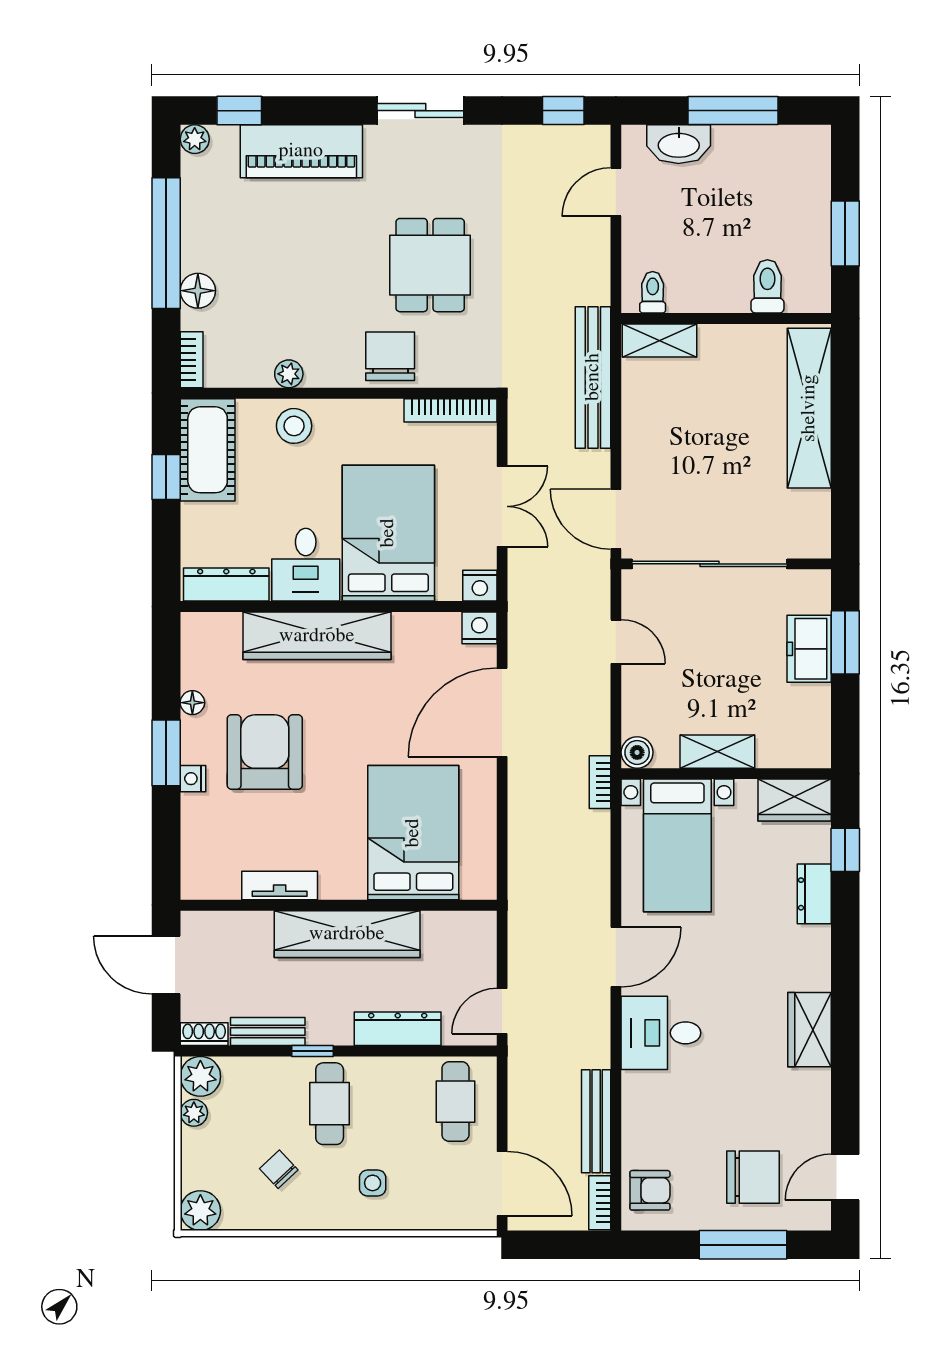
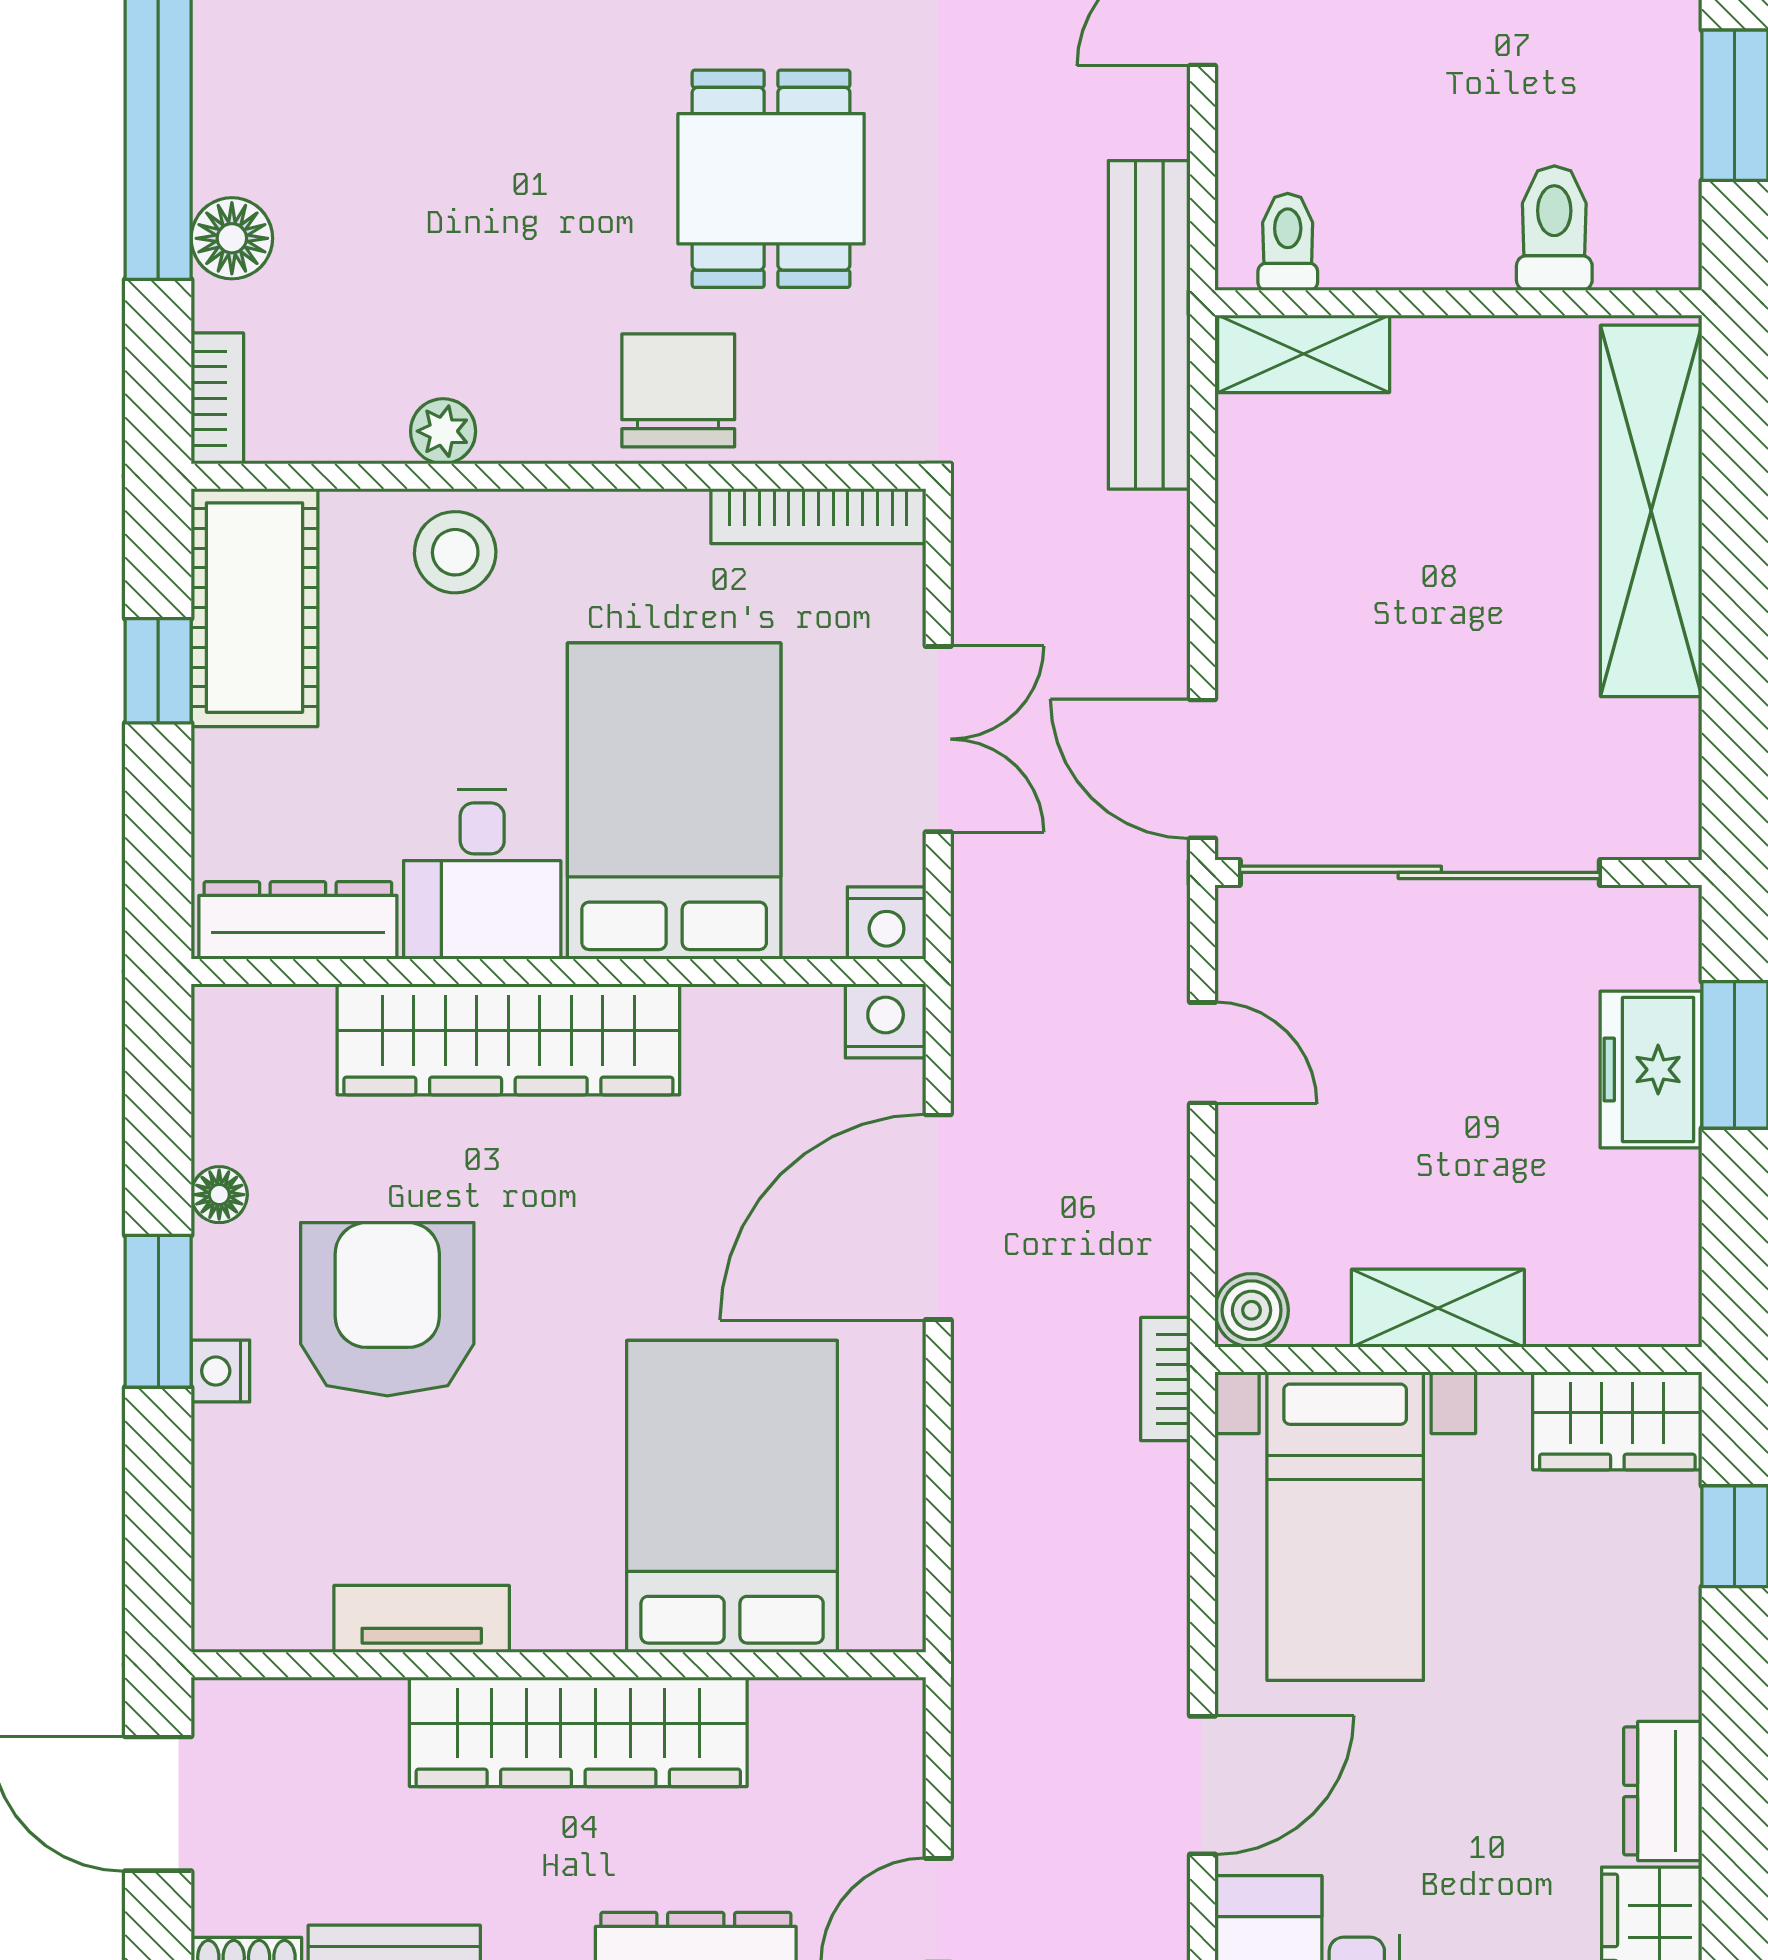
bench: (593, 377) -> (1149, 325), moved
dresser: (814, 894) -> (1663, 1791), moved

